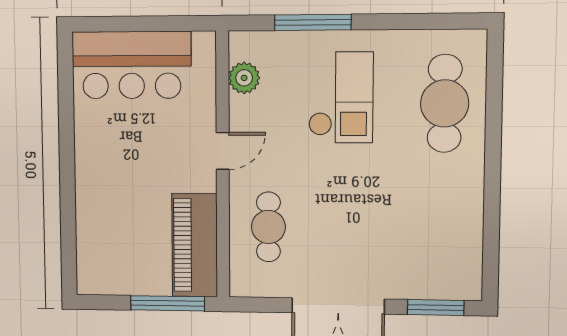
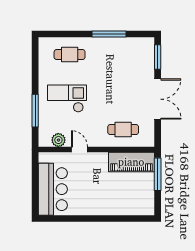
cafe table: (445, 103) -> (70, 55), width x0.73, depth x0.74
door: (223, 151) -> (79, 149), moved
window: (492, 196) -> (109, 34), added

